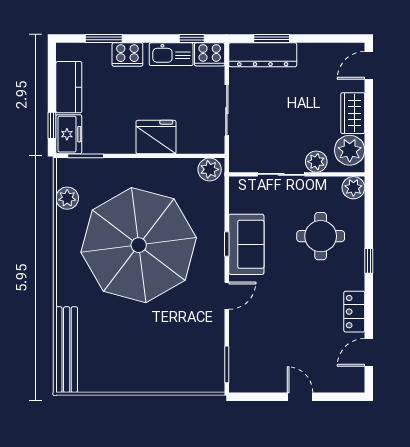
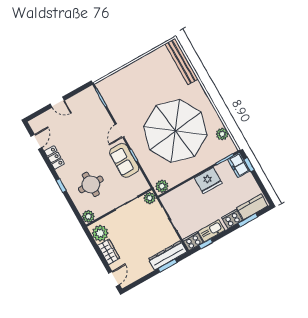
kitchen counter: (69, 87) -> (252, 207), moved, turned 90
fridge: (156, 137) -> (208, 180), moved
plant: (316, 162) -> (150, 198), moved

